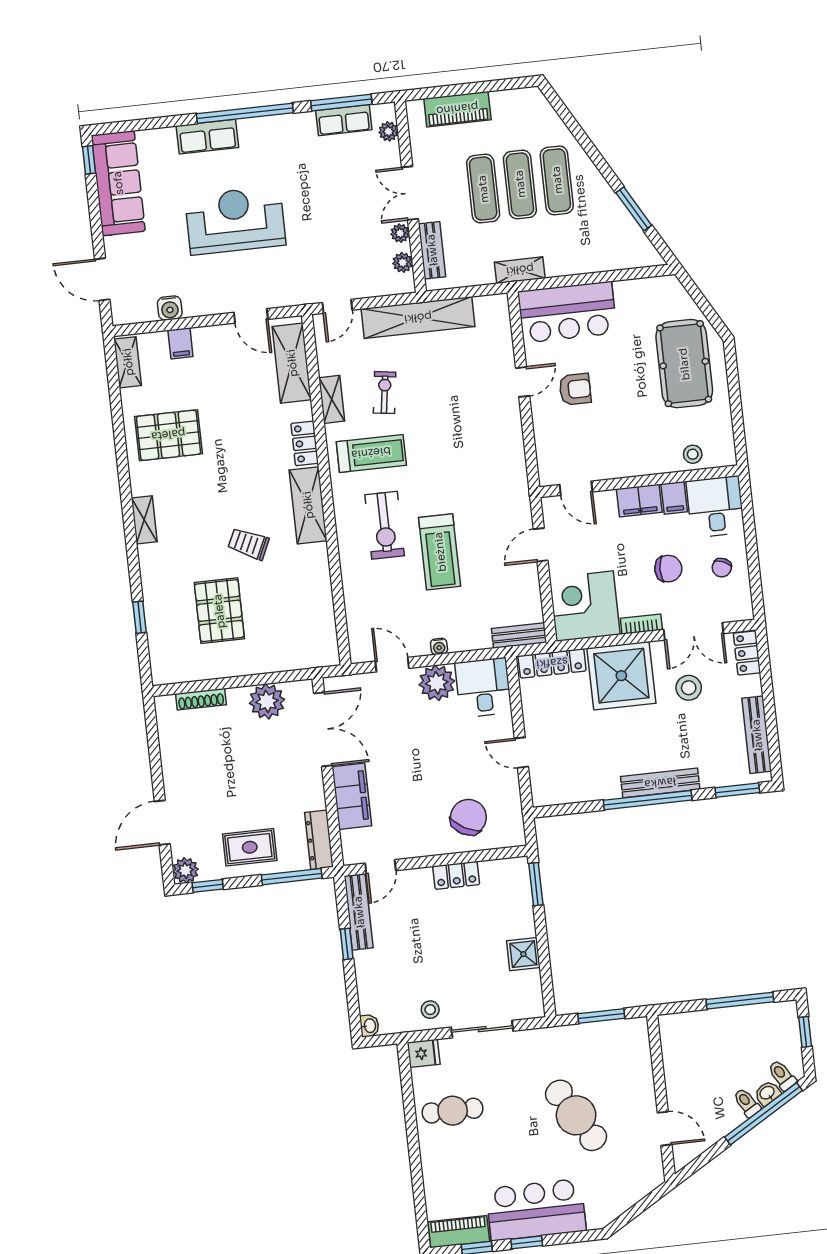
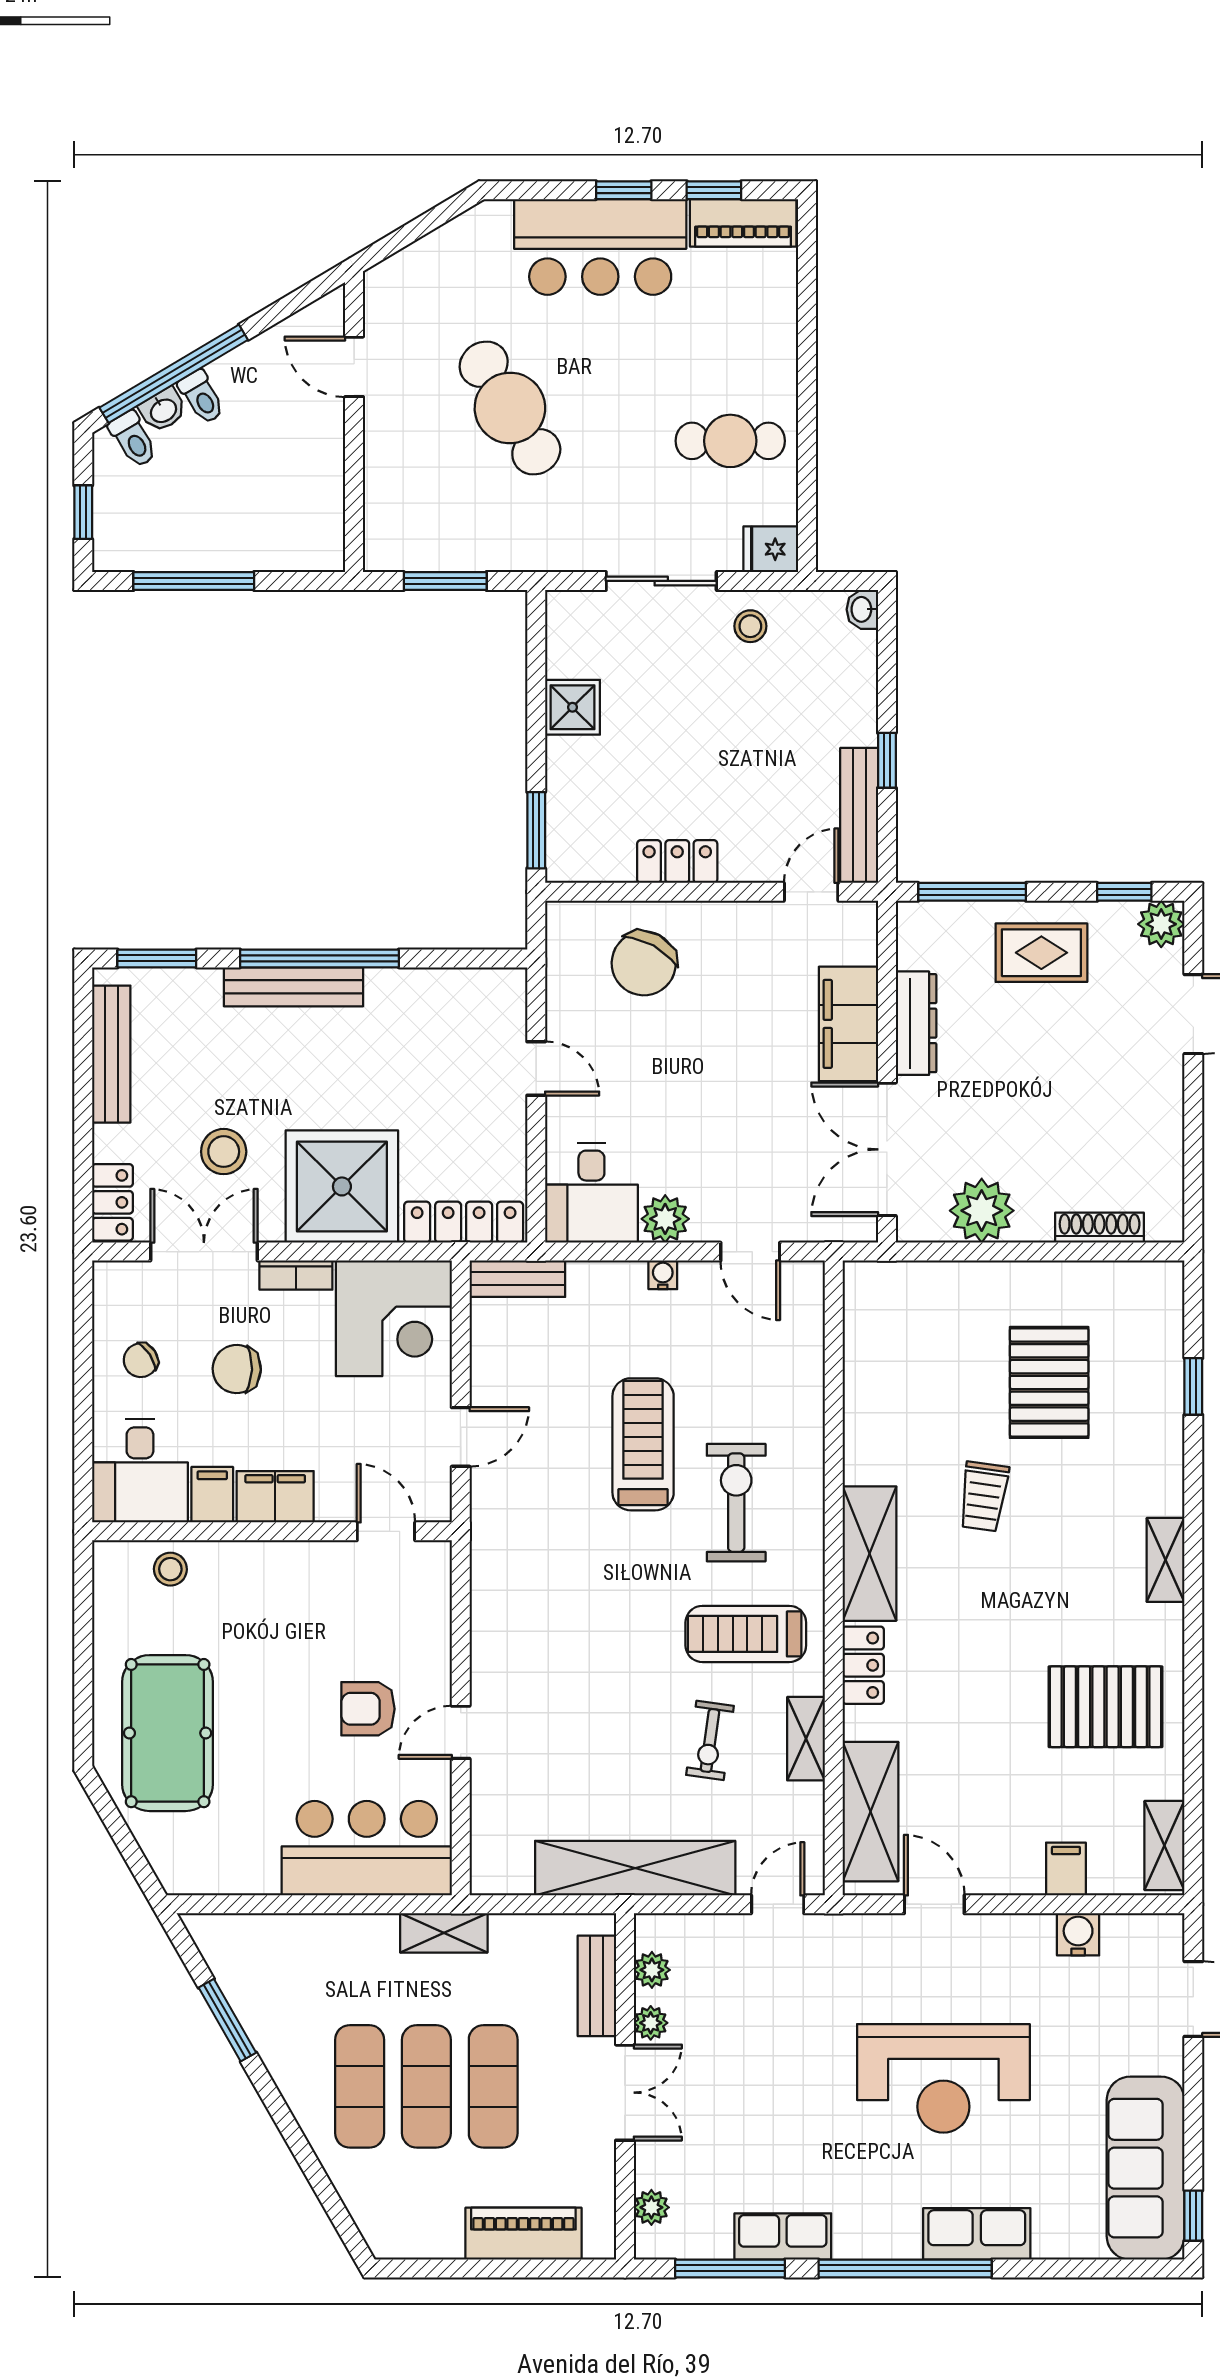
row of seats: (344, 120) -> (783, 2236), moved
trolley: (248, 544) -> (984, 1497), turned 73
chair: (722, 568) -> (141, 1360), turned -146
plant: (437, 683) -> (665, 1219), width x0.73, depth x0.73
dresser: (319, 840) -> (916, 1023), moved

